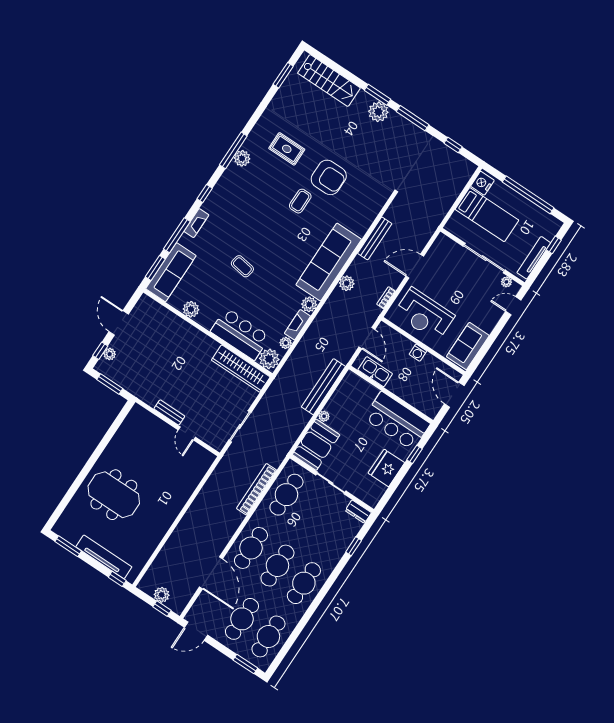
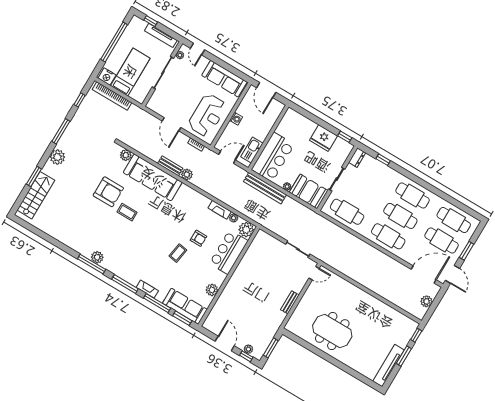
window: (283, 75) -> (34, 230), removed
window: (377, 95) -> (34, 177), moved
rug: (287, 149) -> (88, 224), removed
armchair: (329, 177) -> (108, 192), turned 90
window: (205, 194) -> (125, 284), width x2.17
bench: (375, 238) -> (170, 166), moved, width x0.73
sofa: (329, 262) -> (153, 177), moved
armchair: (261, 295) -> (198, 238), added
plant: (309, 304) -> (126, 155), moved
door: (119, 323) -> (225, 343), swing flipped
sofa: (468, 346) -> (224, 79), width x1.36
wardrobe: (241, 369) -> (254, 251), removed
door: (454, 395) -> (266, 90), hinge flipped
bar counter: (397, 421) -> (273, 157), moved
door: (187, 433) -> (314, 273), moved
window: (415, 454) -> (345, 137), moved
bookcase: (257, 489) -> (112, 96), moved
meeting table: (114, 495) -> (332, 331), moved, turned 90
window: (68, 546) -> (404, 356), moved
tv unit: (104, 557) -> (389, 366), moved
door: (211, 573) -> (424, 274), moved
window: (162, 609) -> (437, 301), removed
window: (245, 664) -> (467, 251), moved

